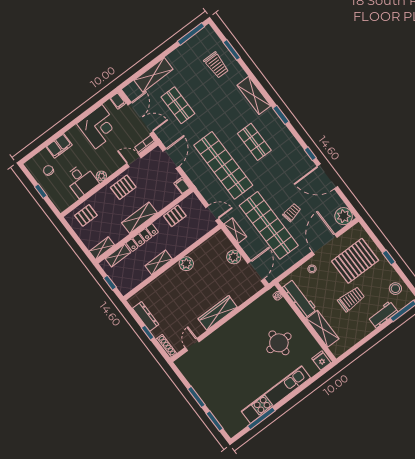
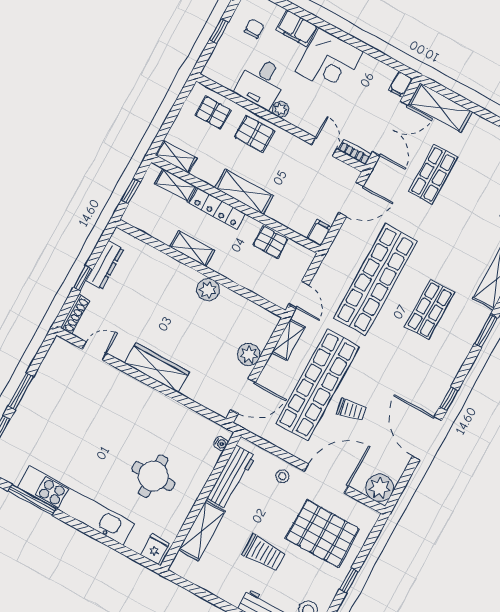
shelving: (154, 75) -> (440, 108), moved
corner desk: (99, 127) -> (329, 62), moved
pallet: (123, 187) -> (254, 134), moved

